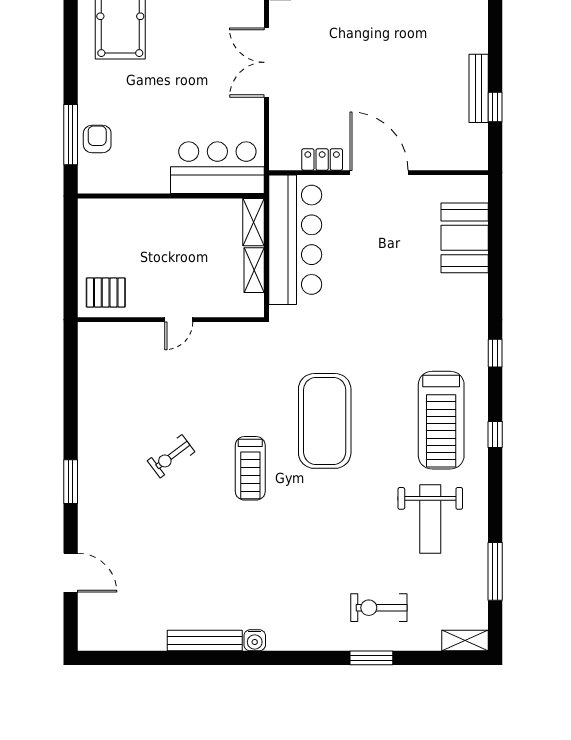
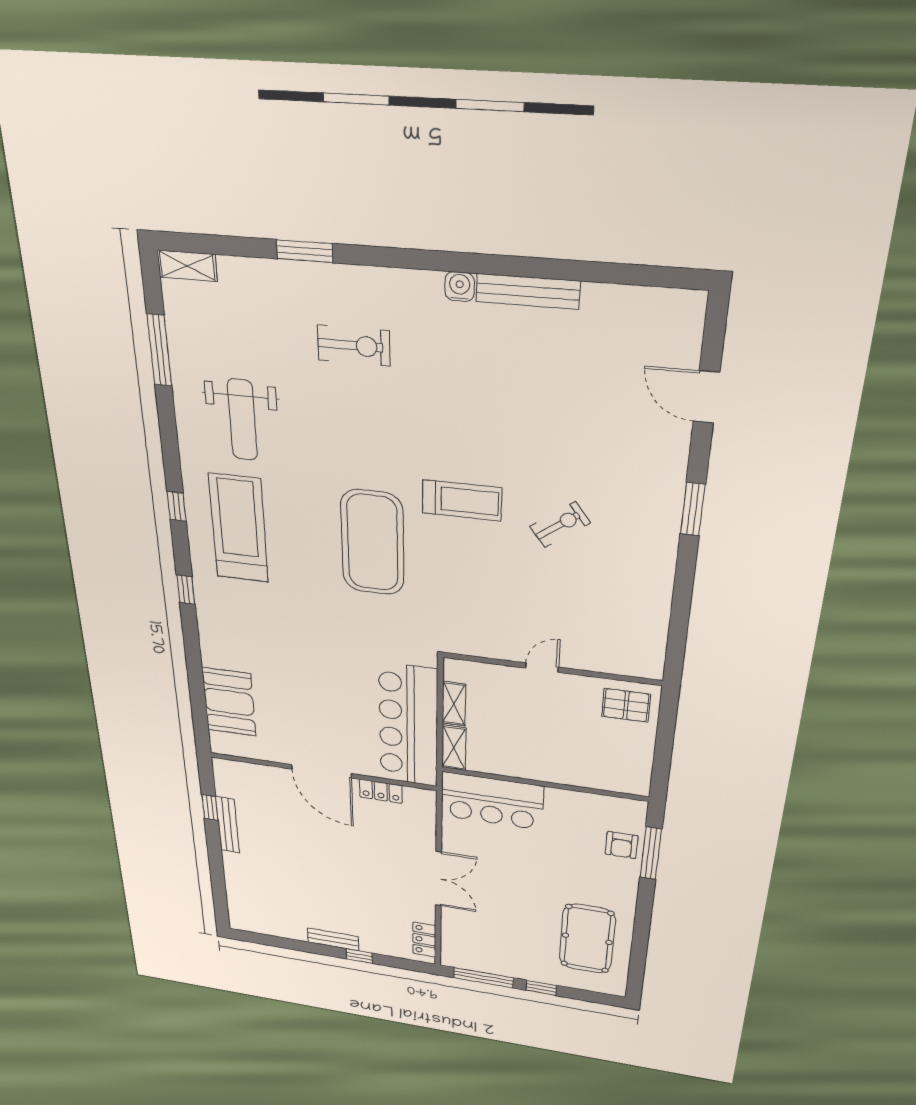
treadmill: (250, 468) -> (462, 500), turned 90
weight bench: (430, 519) -> (242, 420), turned 180
exercise bike: (379, 608) -> (354, 345), moved

